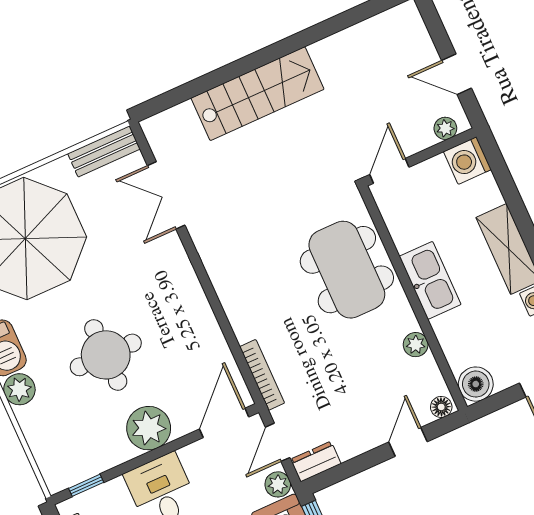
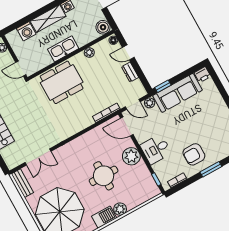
washing machine: (467, 161) -> (26, 31), moved
dresser: (316, 461) -> (130, 72), moved

